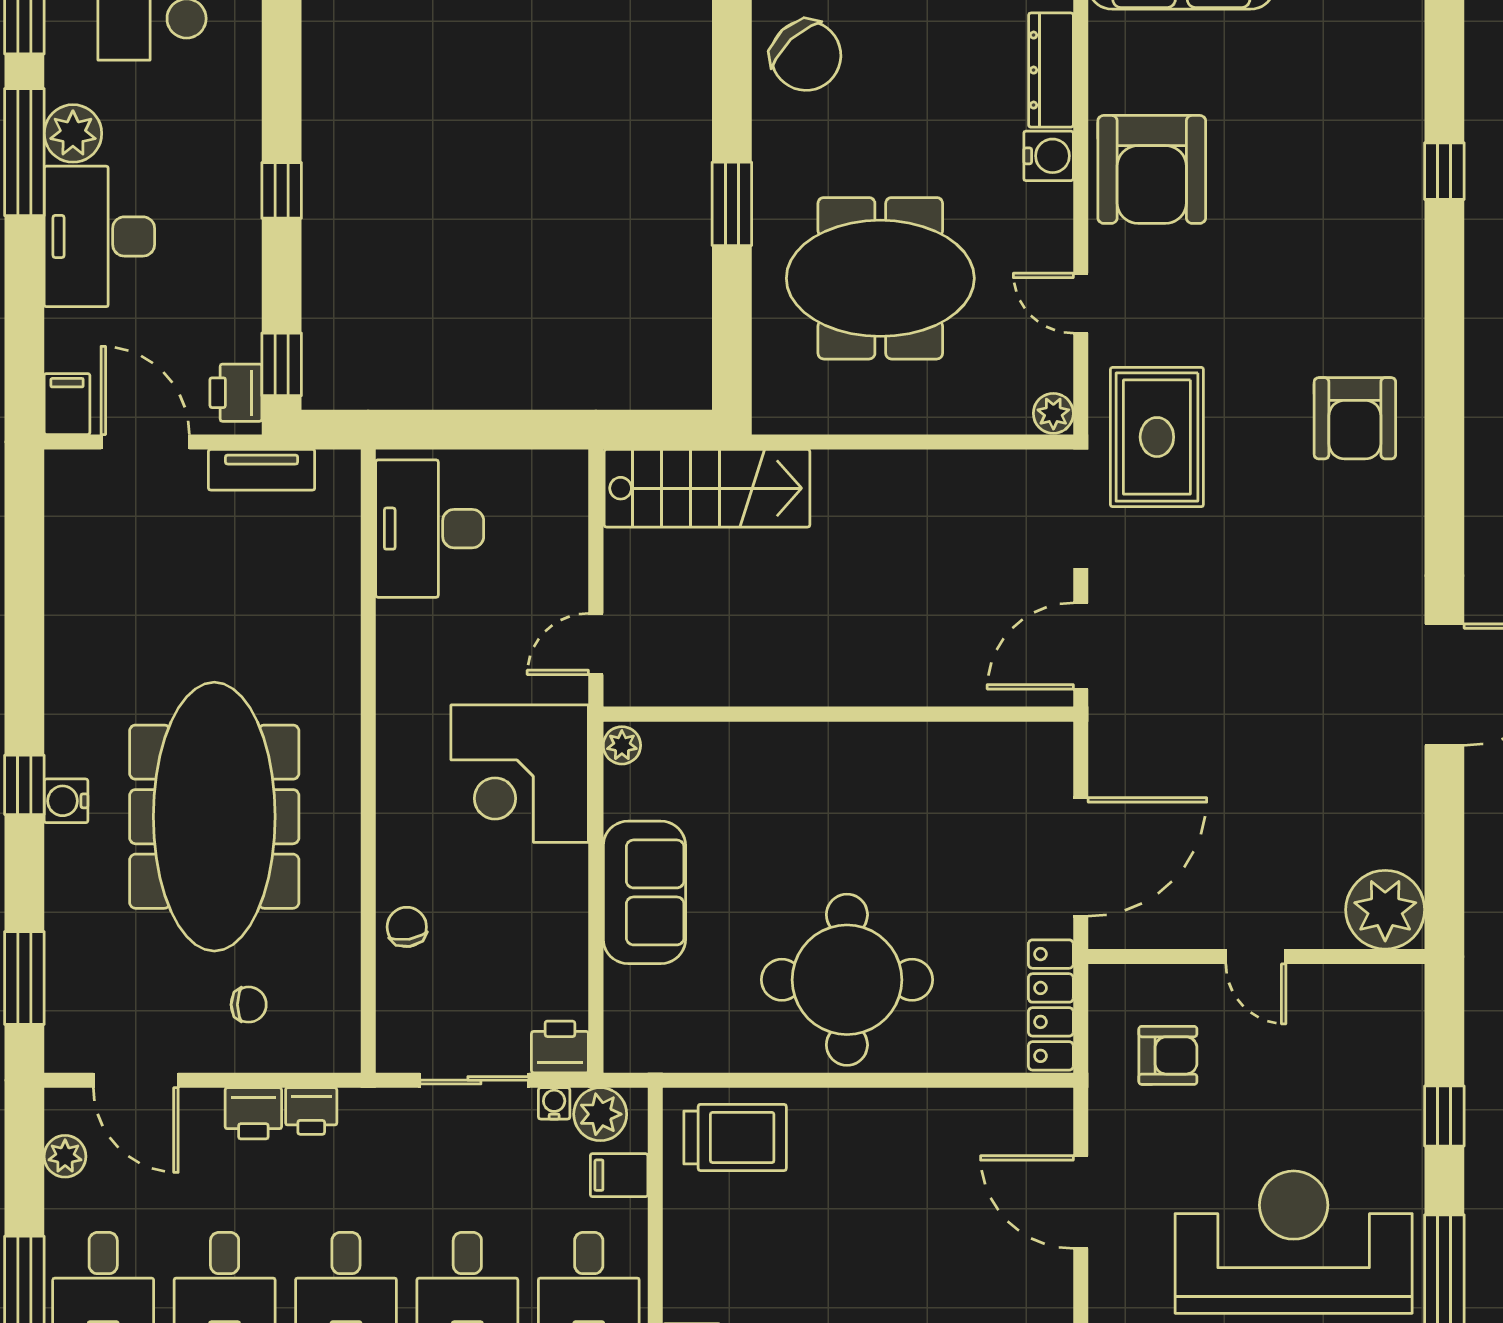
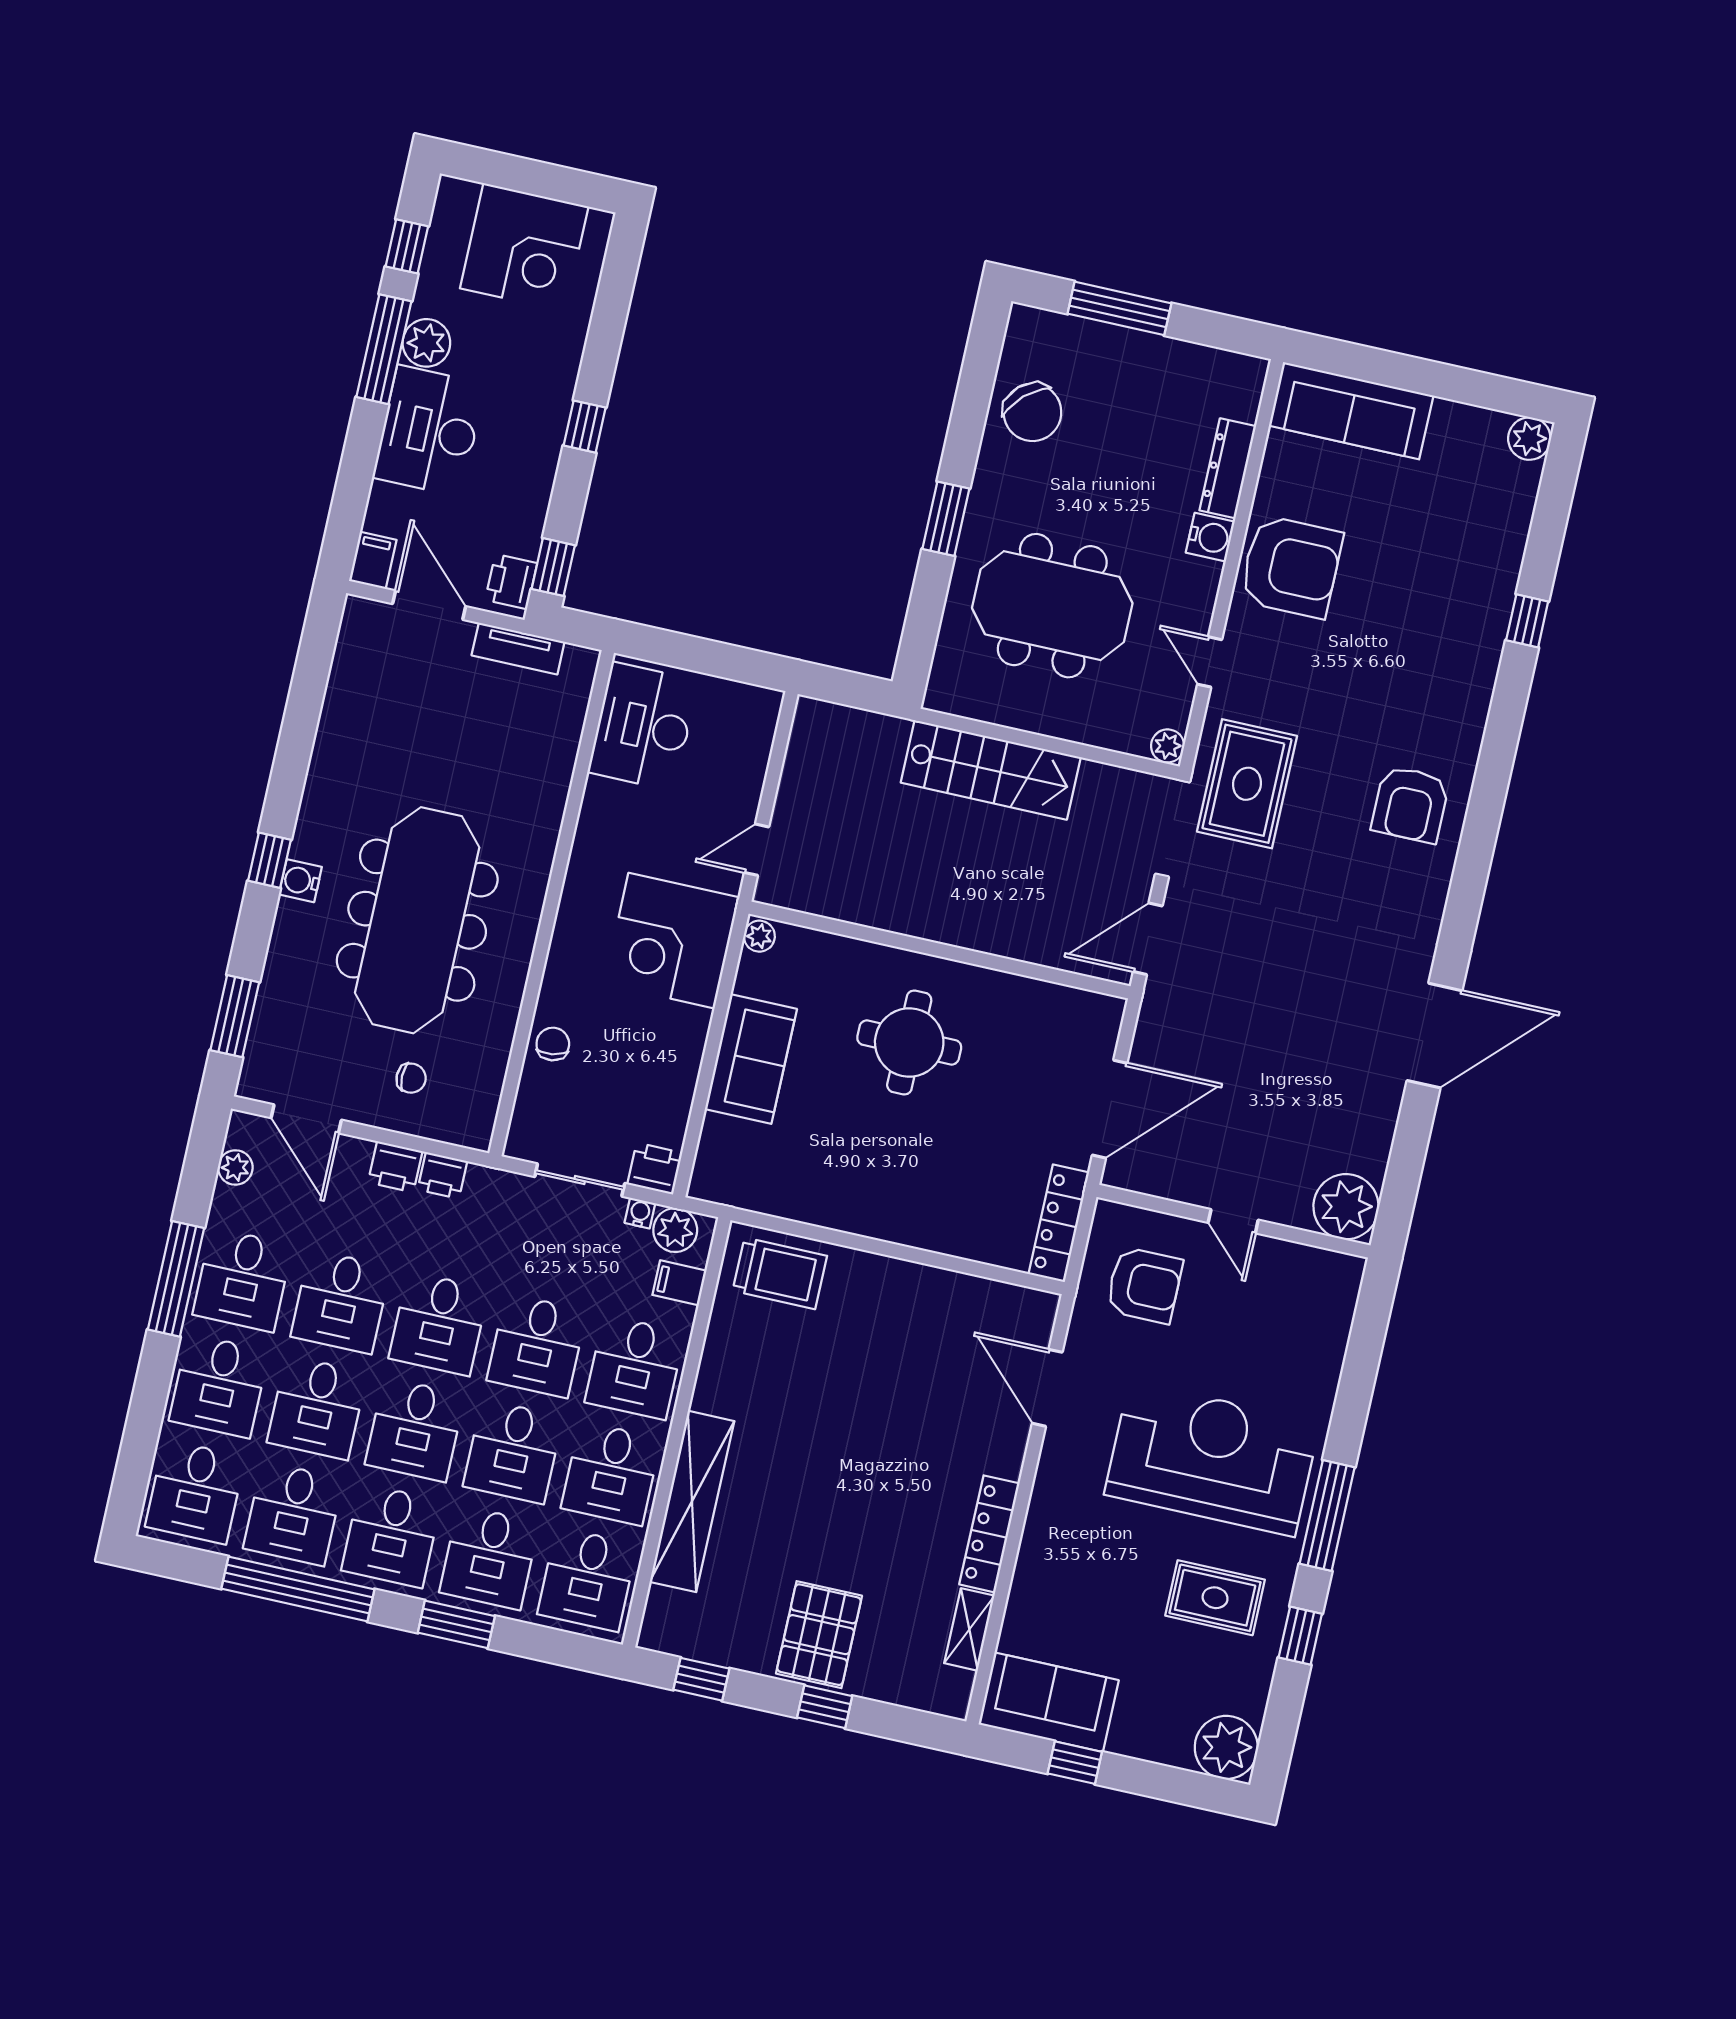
armchair: (1152, 169) -> (1291, 567), turned -90
stairs: (707, 488) -> (991, 770), moved
round table: (847, 980) -> (909, 1043), moved, width x0.73, depth x0.73
armchair: (1168, 1055) -> (1144, 1285), width x1.38, depth x1.38
window: (1444, 1116) -> (1357, 1384), removed

